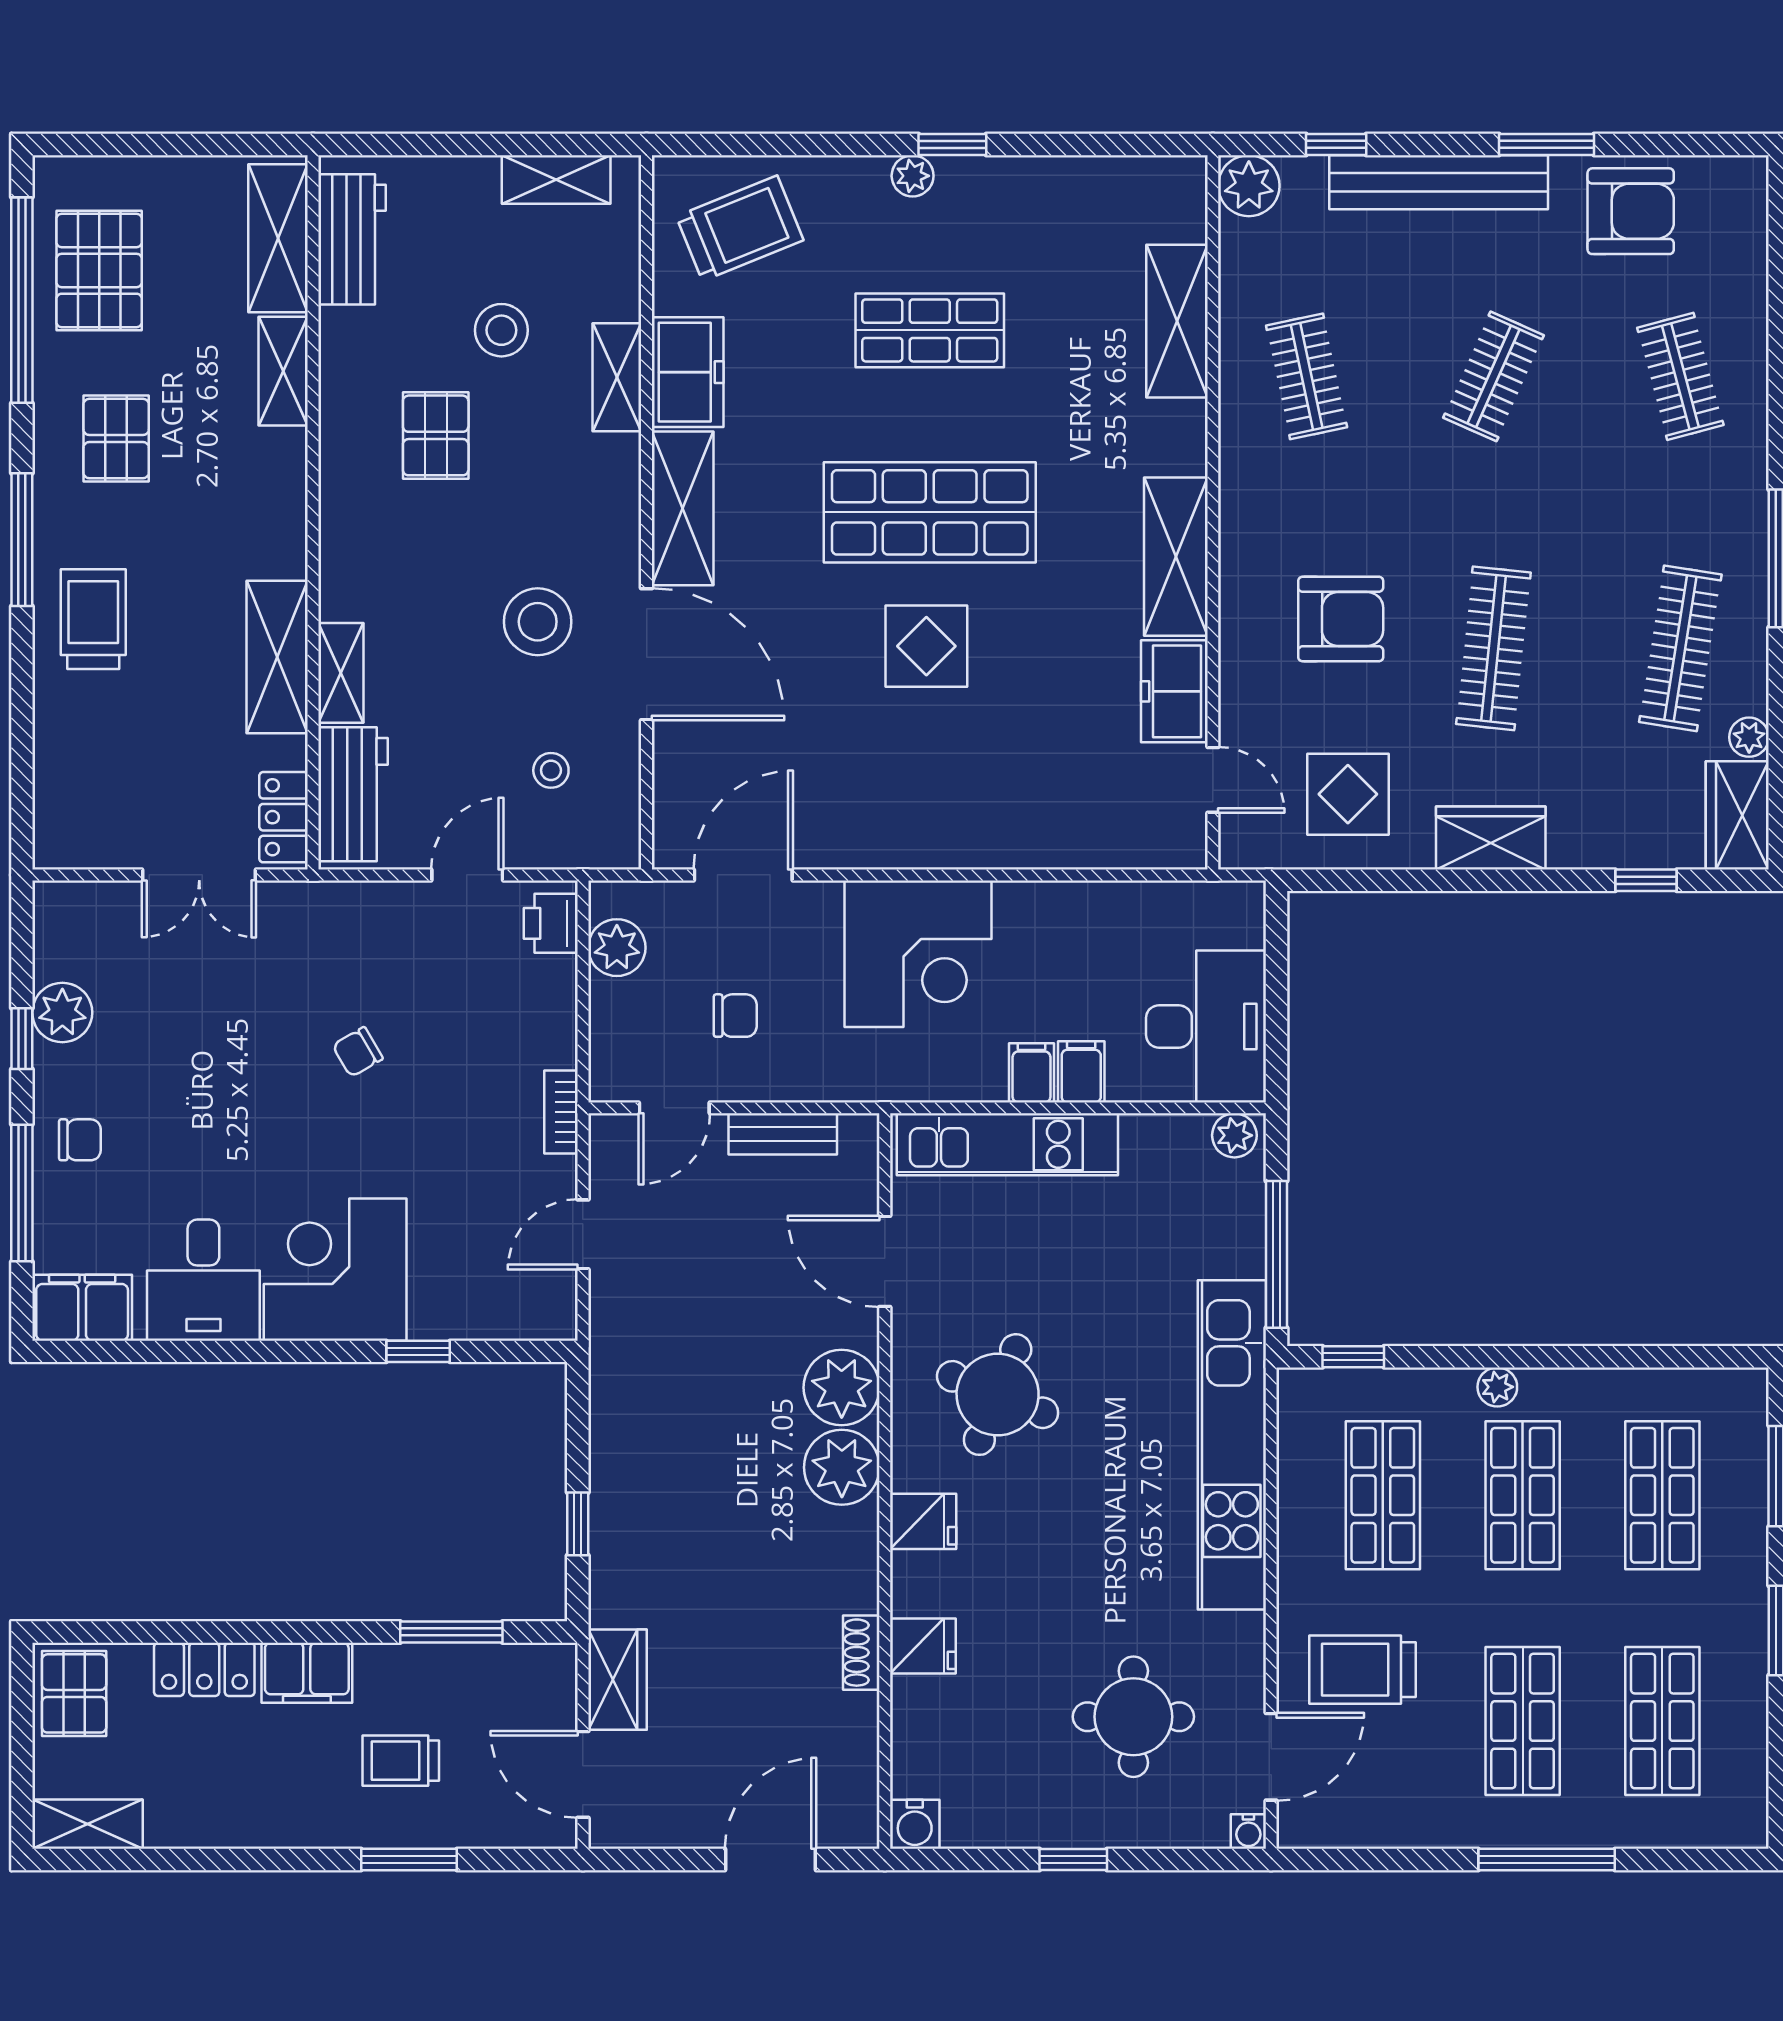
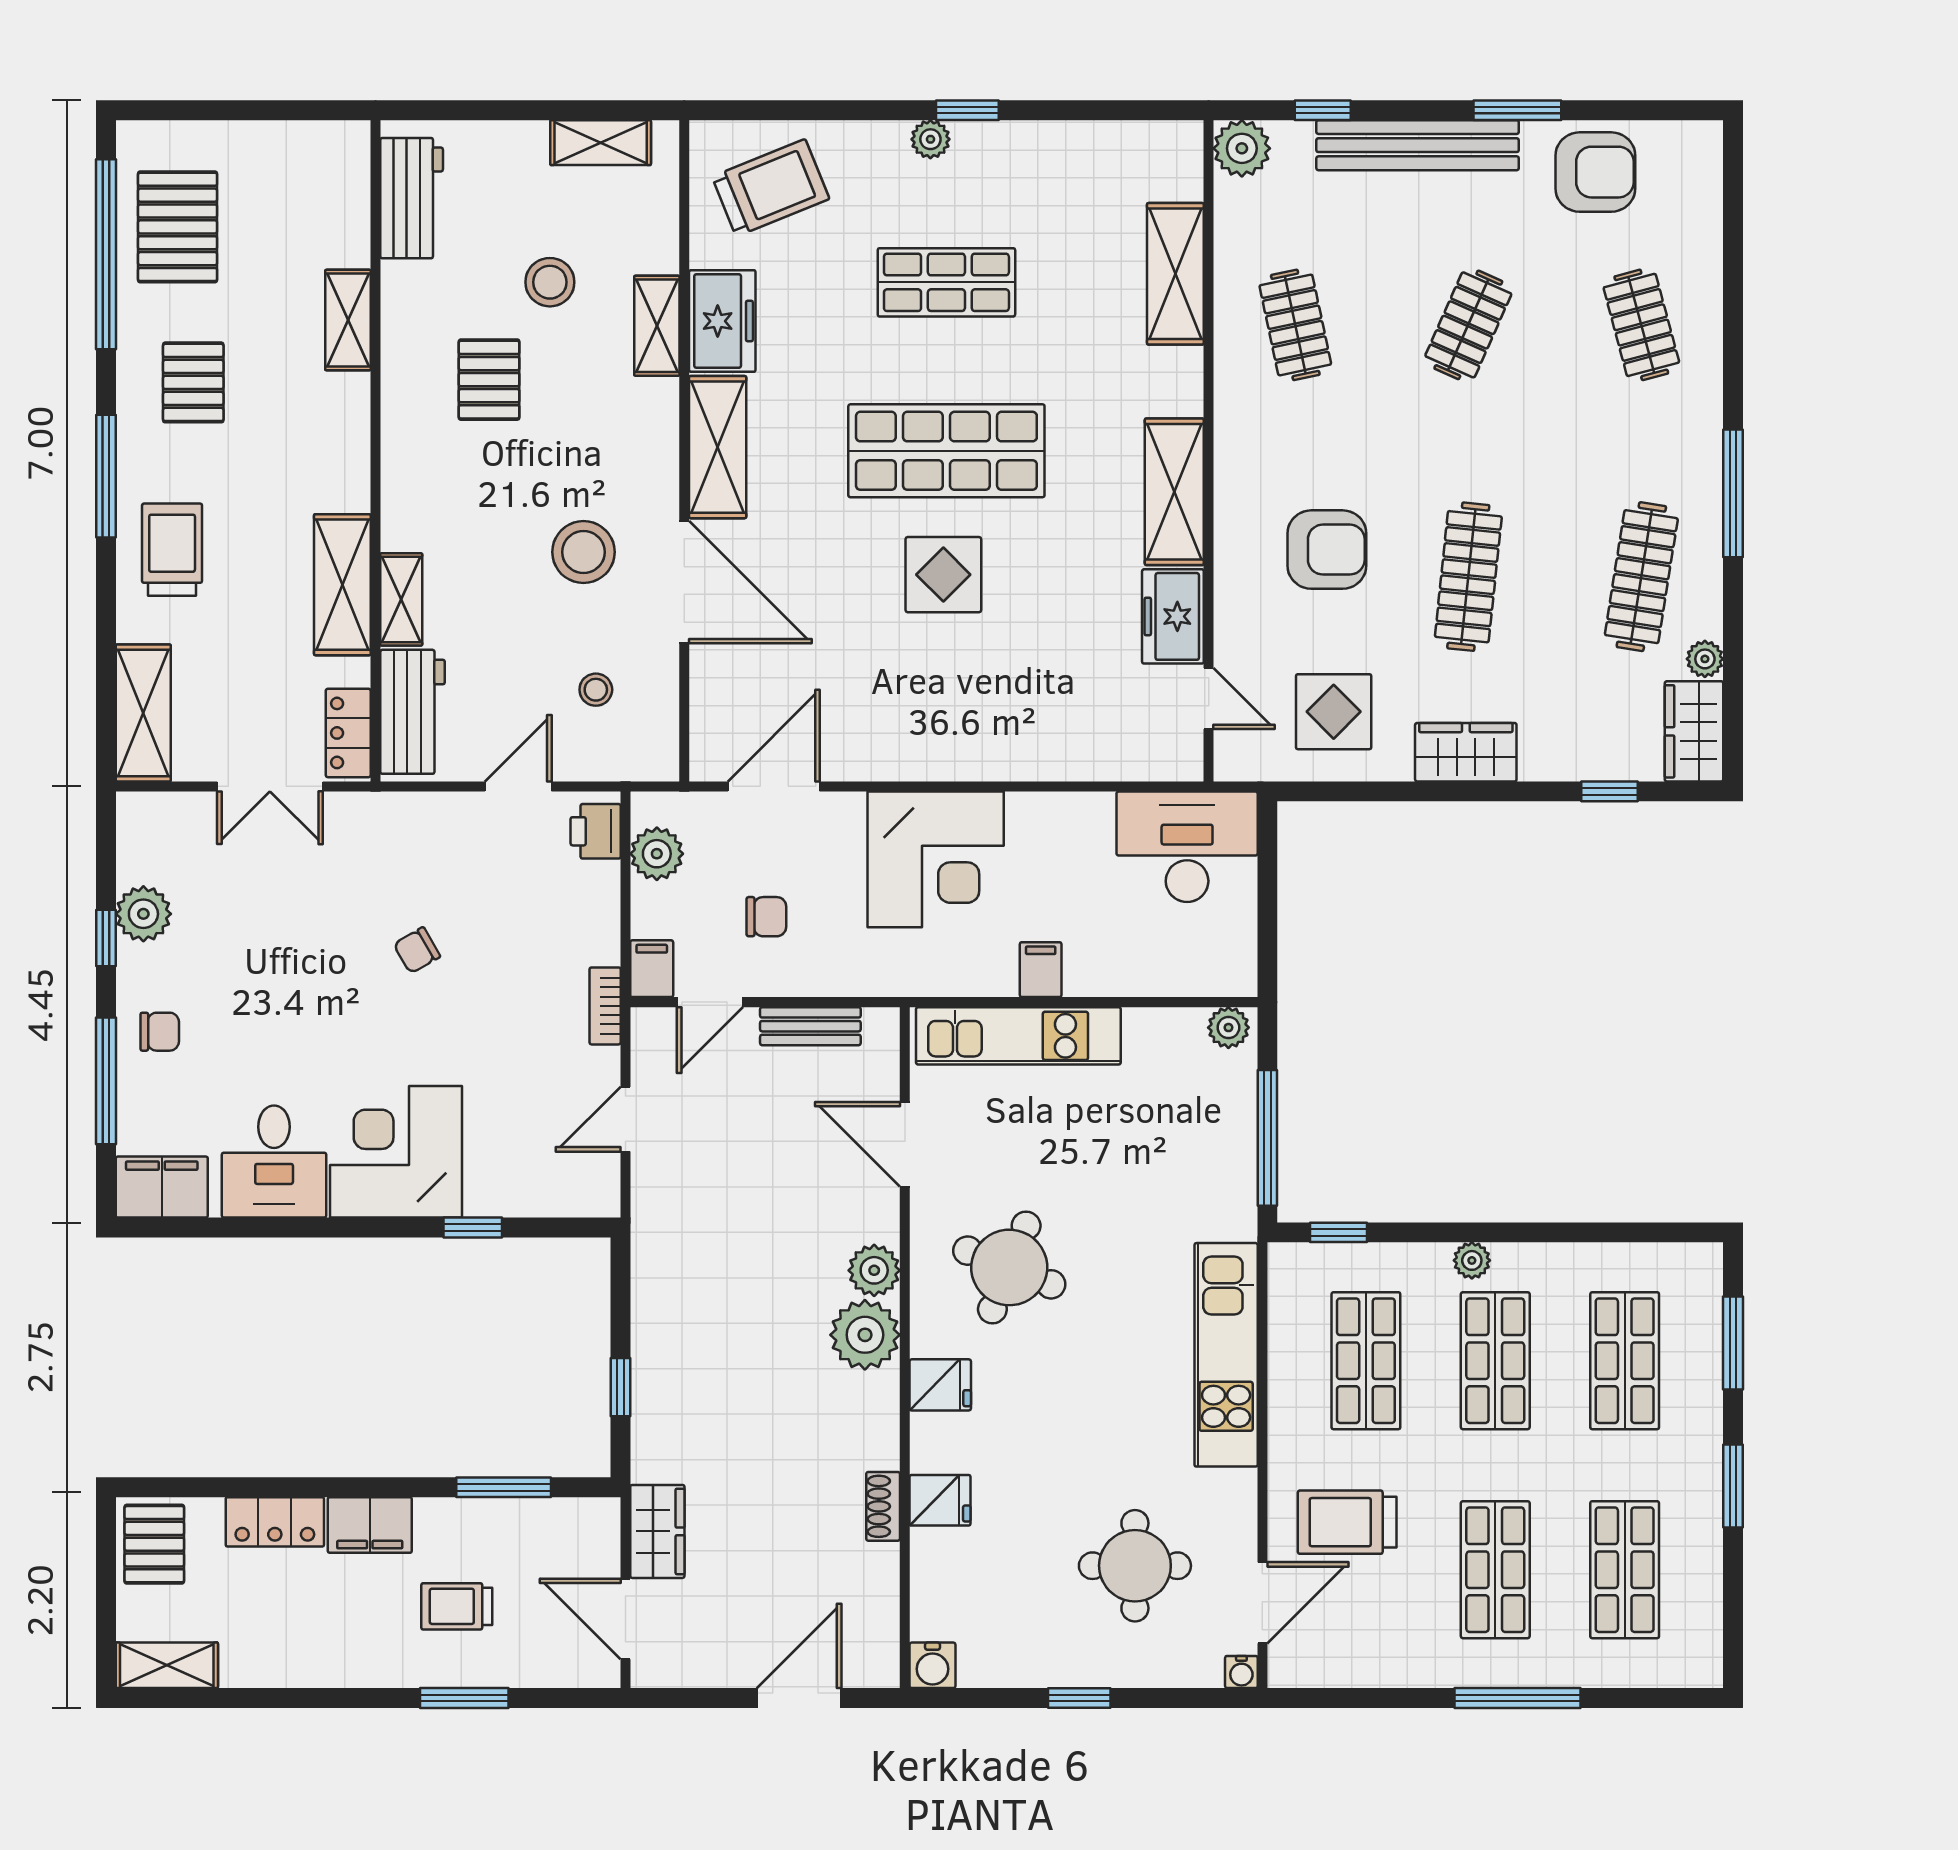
shelving: (278, 238) -> (143, 713), moved
desk: (1206, 1026) -> (1187, 847), moved, turned -90
filing cabinet: (1081, 1072) -> (652, 969), moved
plant: (842, 1388) -> (874, 1270), width x0.73, depth x0.73
kitchen unit: (1232, 1445) -> (1226, 1355), width x0.73

